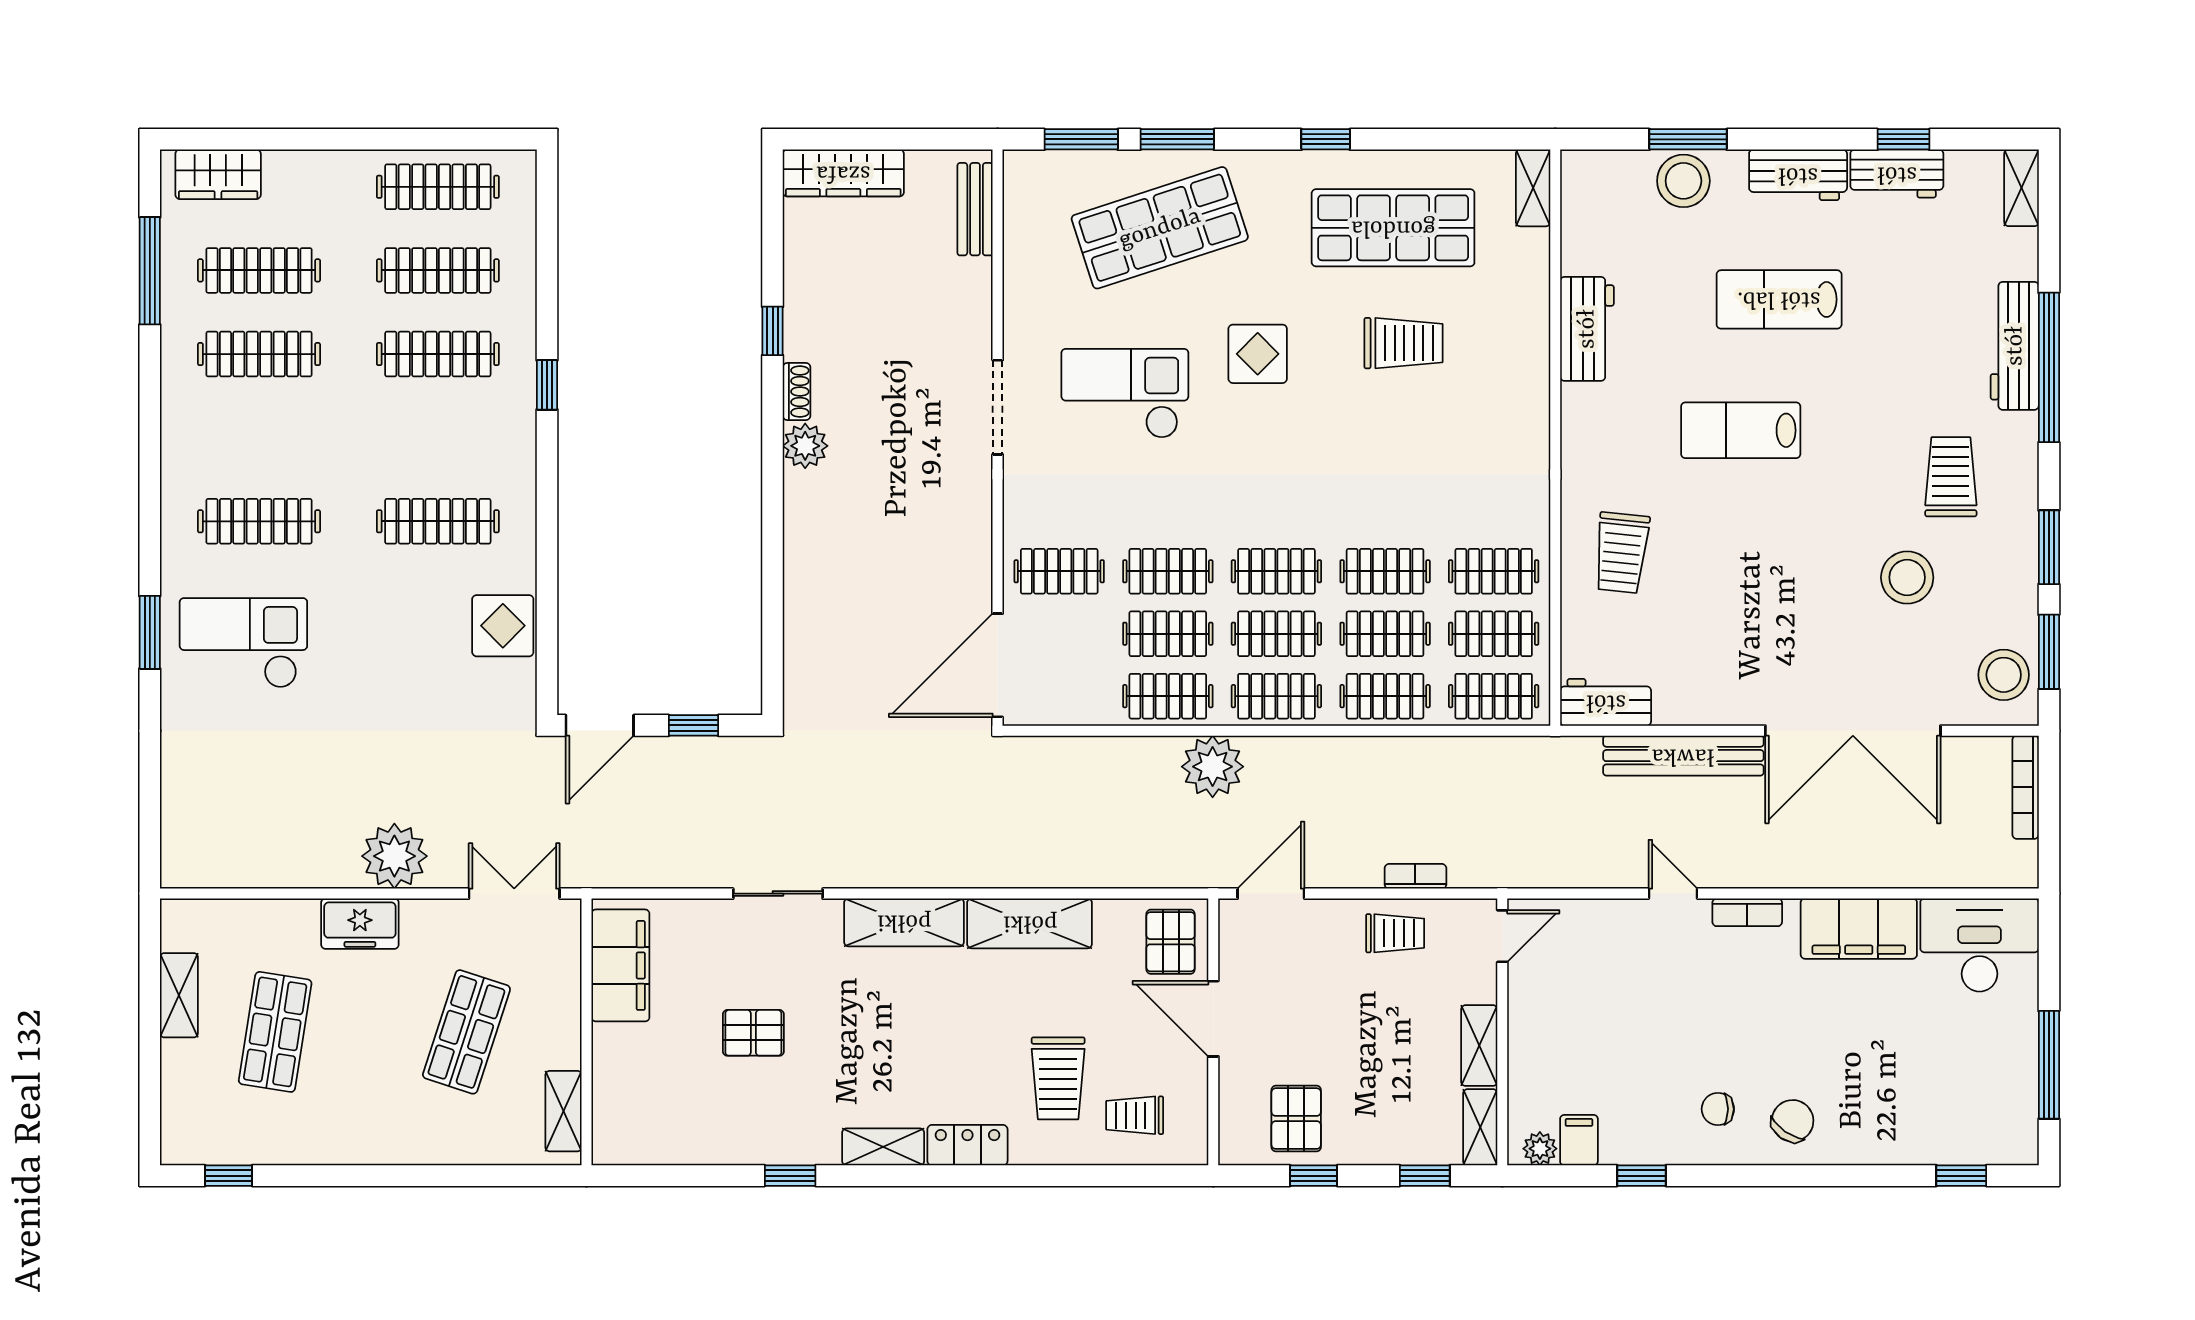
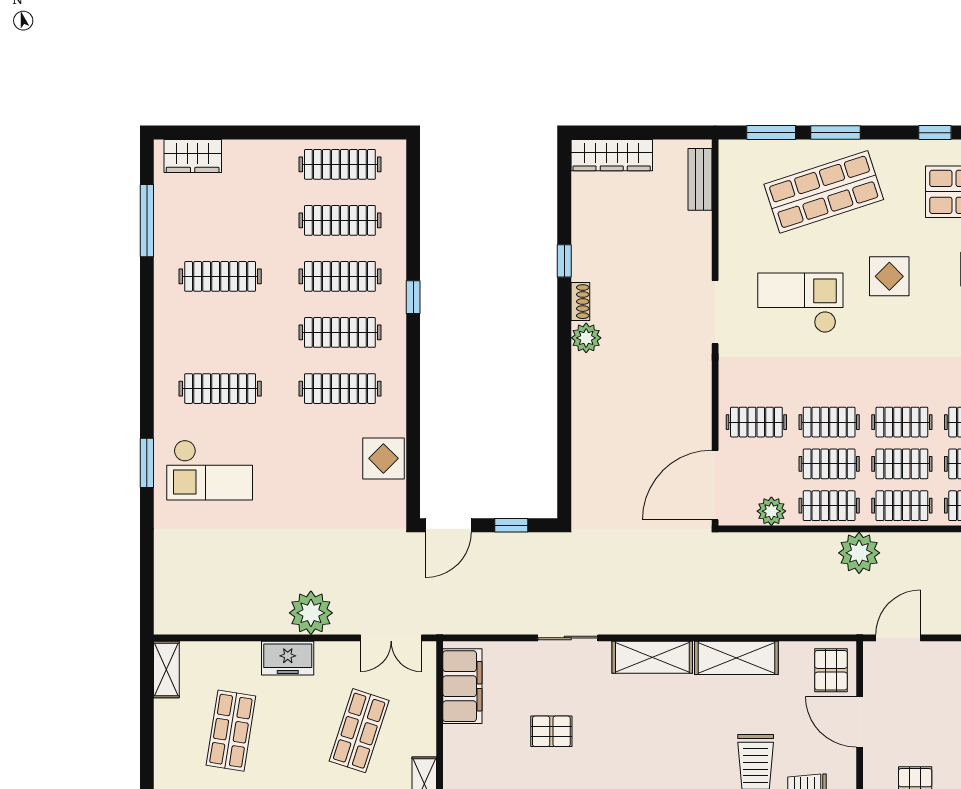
clothes rail: (259, 270) -> (340, 332), moved
checkout: (243, 643) -> (210, 470), turned 180
plant: (1082, 704) -> (771, 511), added
double door: (514, 894) -> (391, 638), swing flipped
shelving: (179, 995) -> (166, 670), moved

